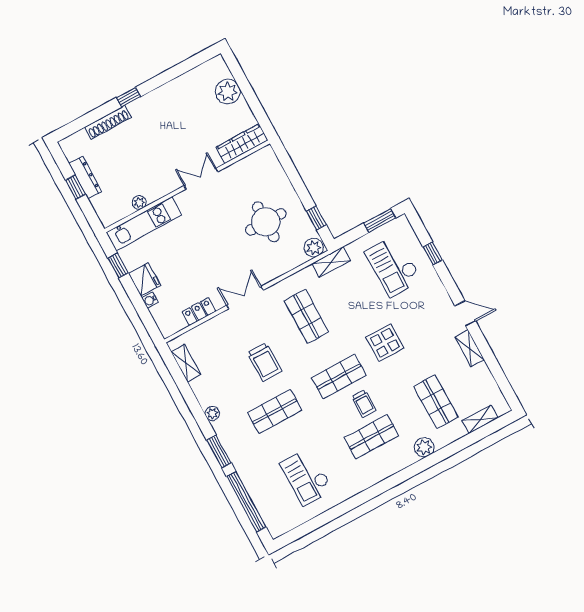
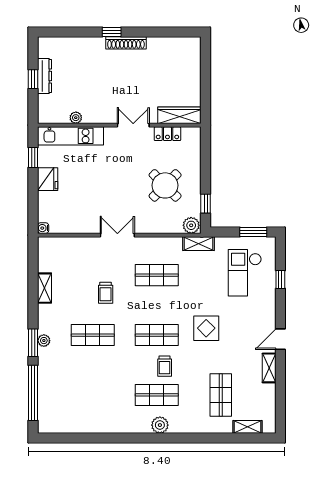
plant: (228, 92) -> (190, 69), removed
shoe rack: (108, 122) -> (126, 43), moved
round table: (266, 222) -> (165, 185), turned 45
water cooler: (150, 300) -> (43, 228), moved
locker: (199, 312) -> (167, 134), moved, turned 180
door: (465, 313) -> (280, 339), swing flipped
shop shelf: (306, 316) -> (157, 275), turned 90
trolley: (265, 362) -> (106, 293), width x0.73, depth x0.72
shelving: (186, 363) -> (44, 288), moved
plant: (212, 414) -> (44, 341), moved
plant: (424, 447) -> (160, 425), moved
checkout: (306, 477) -> (90, 399), removed

